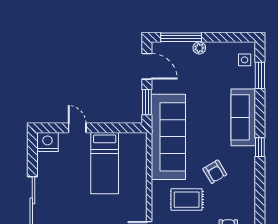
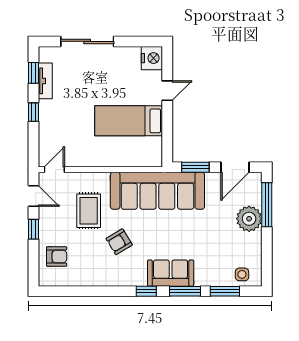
plant: (199, 48) -> (249, 219), width x1.88, depth x1.88
window: (260, 112) -> (185, 291), added
sofa: (243, 117) -> (171, 273), width x0.73

